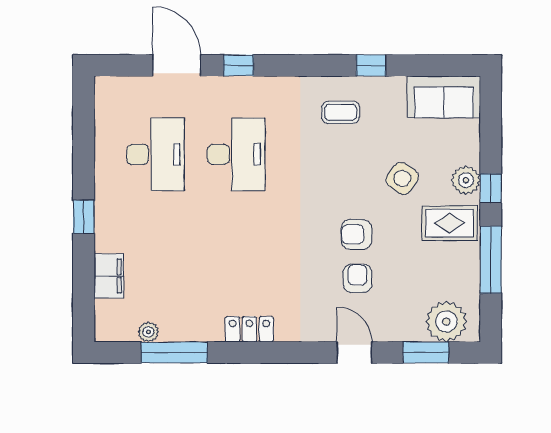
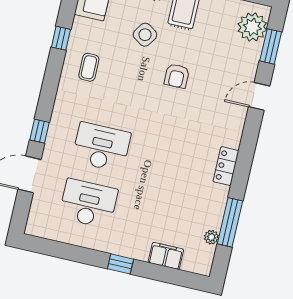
armchair: (357, 278) -> (208, 82), removed

